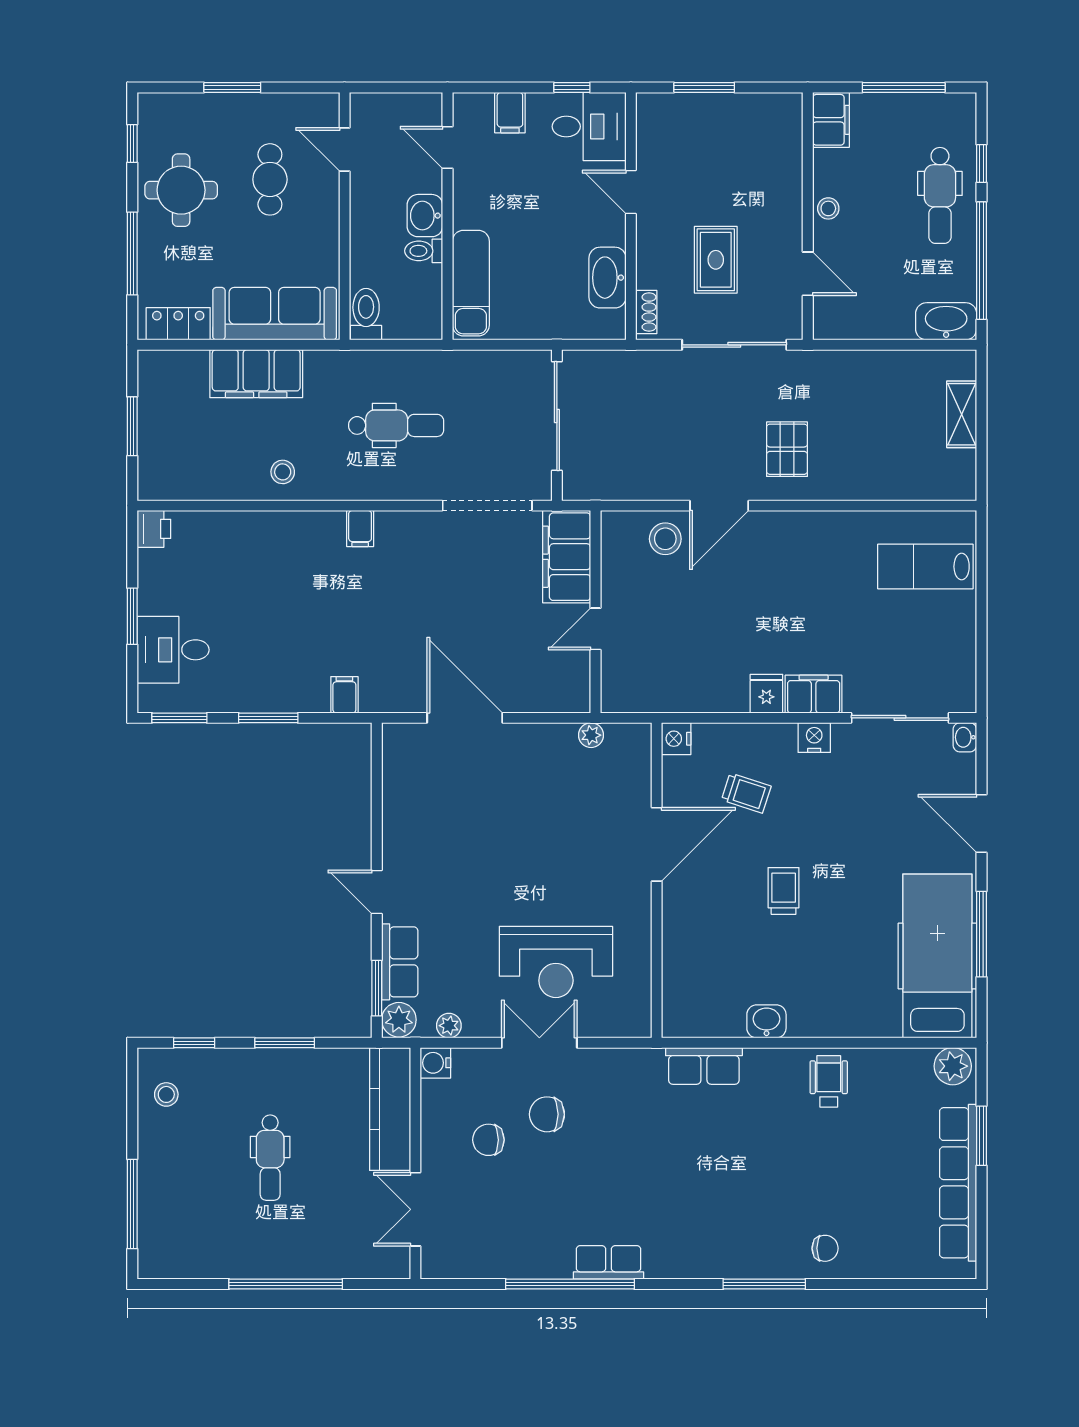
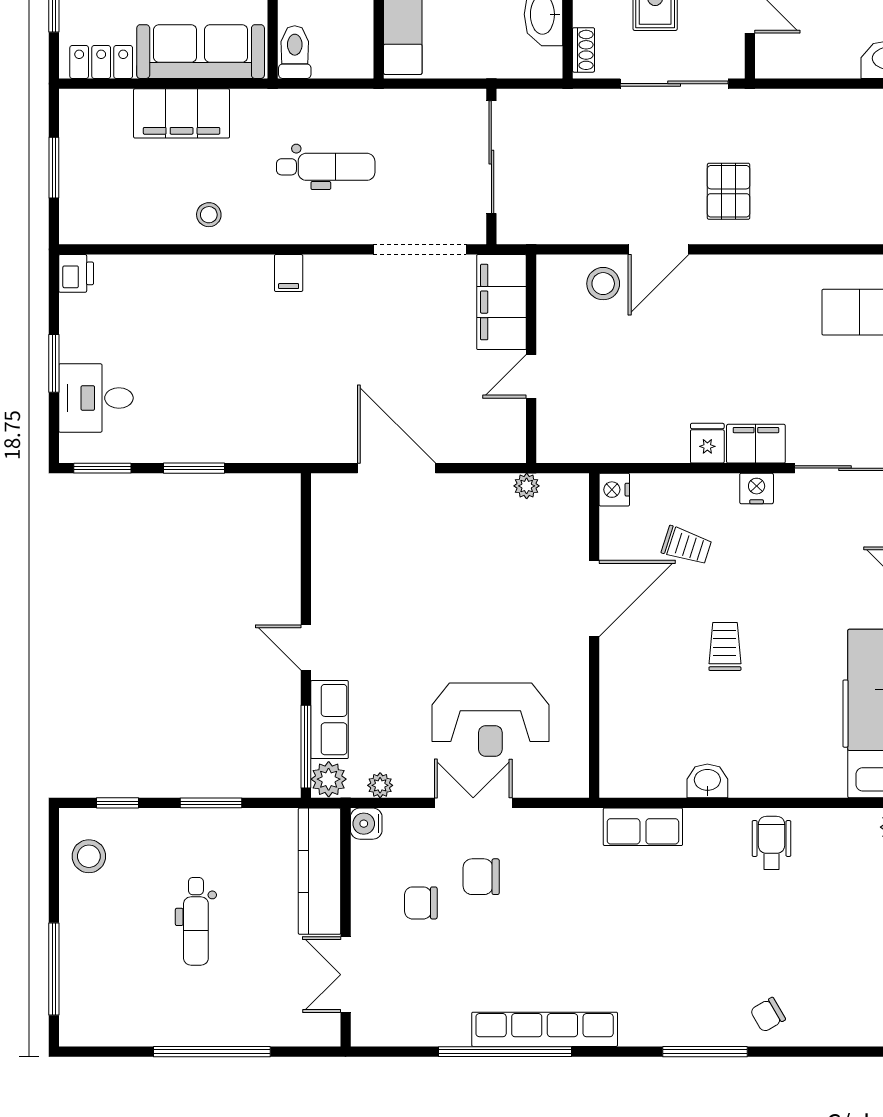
filing cabinet: (344, 695) -> (272, 444), removed
window: (377, 988) -> (306, 747), width x1.44
stool: (166, 1094) -> (89, 856), width x1.37, depth x1.37
chair: (825, 1248) -> (768, 1015), turned 150
row of seats: (609, 1262) -> (545, 1029), width x2.02

